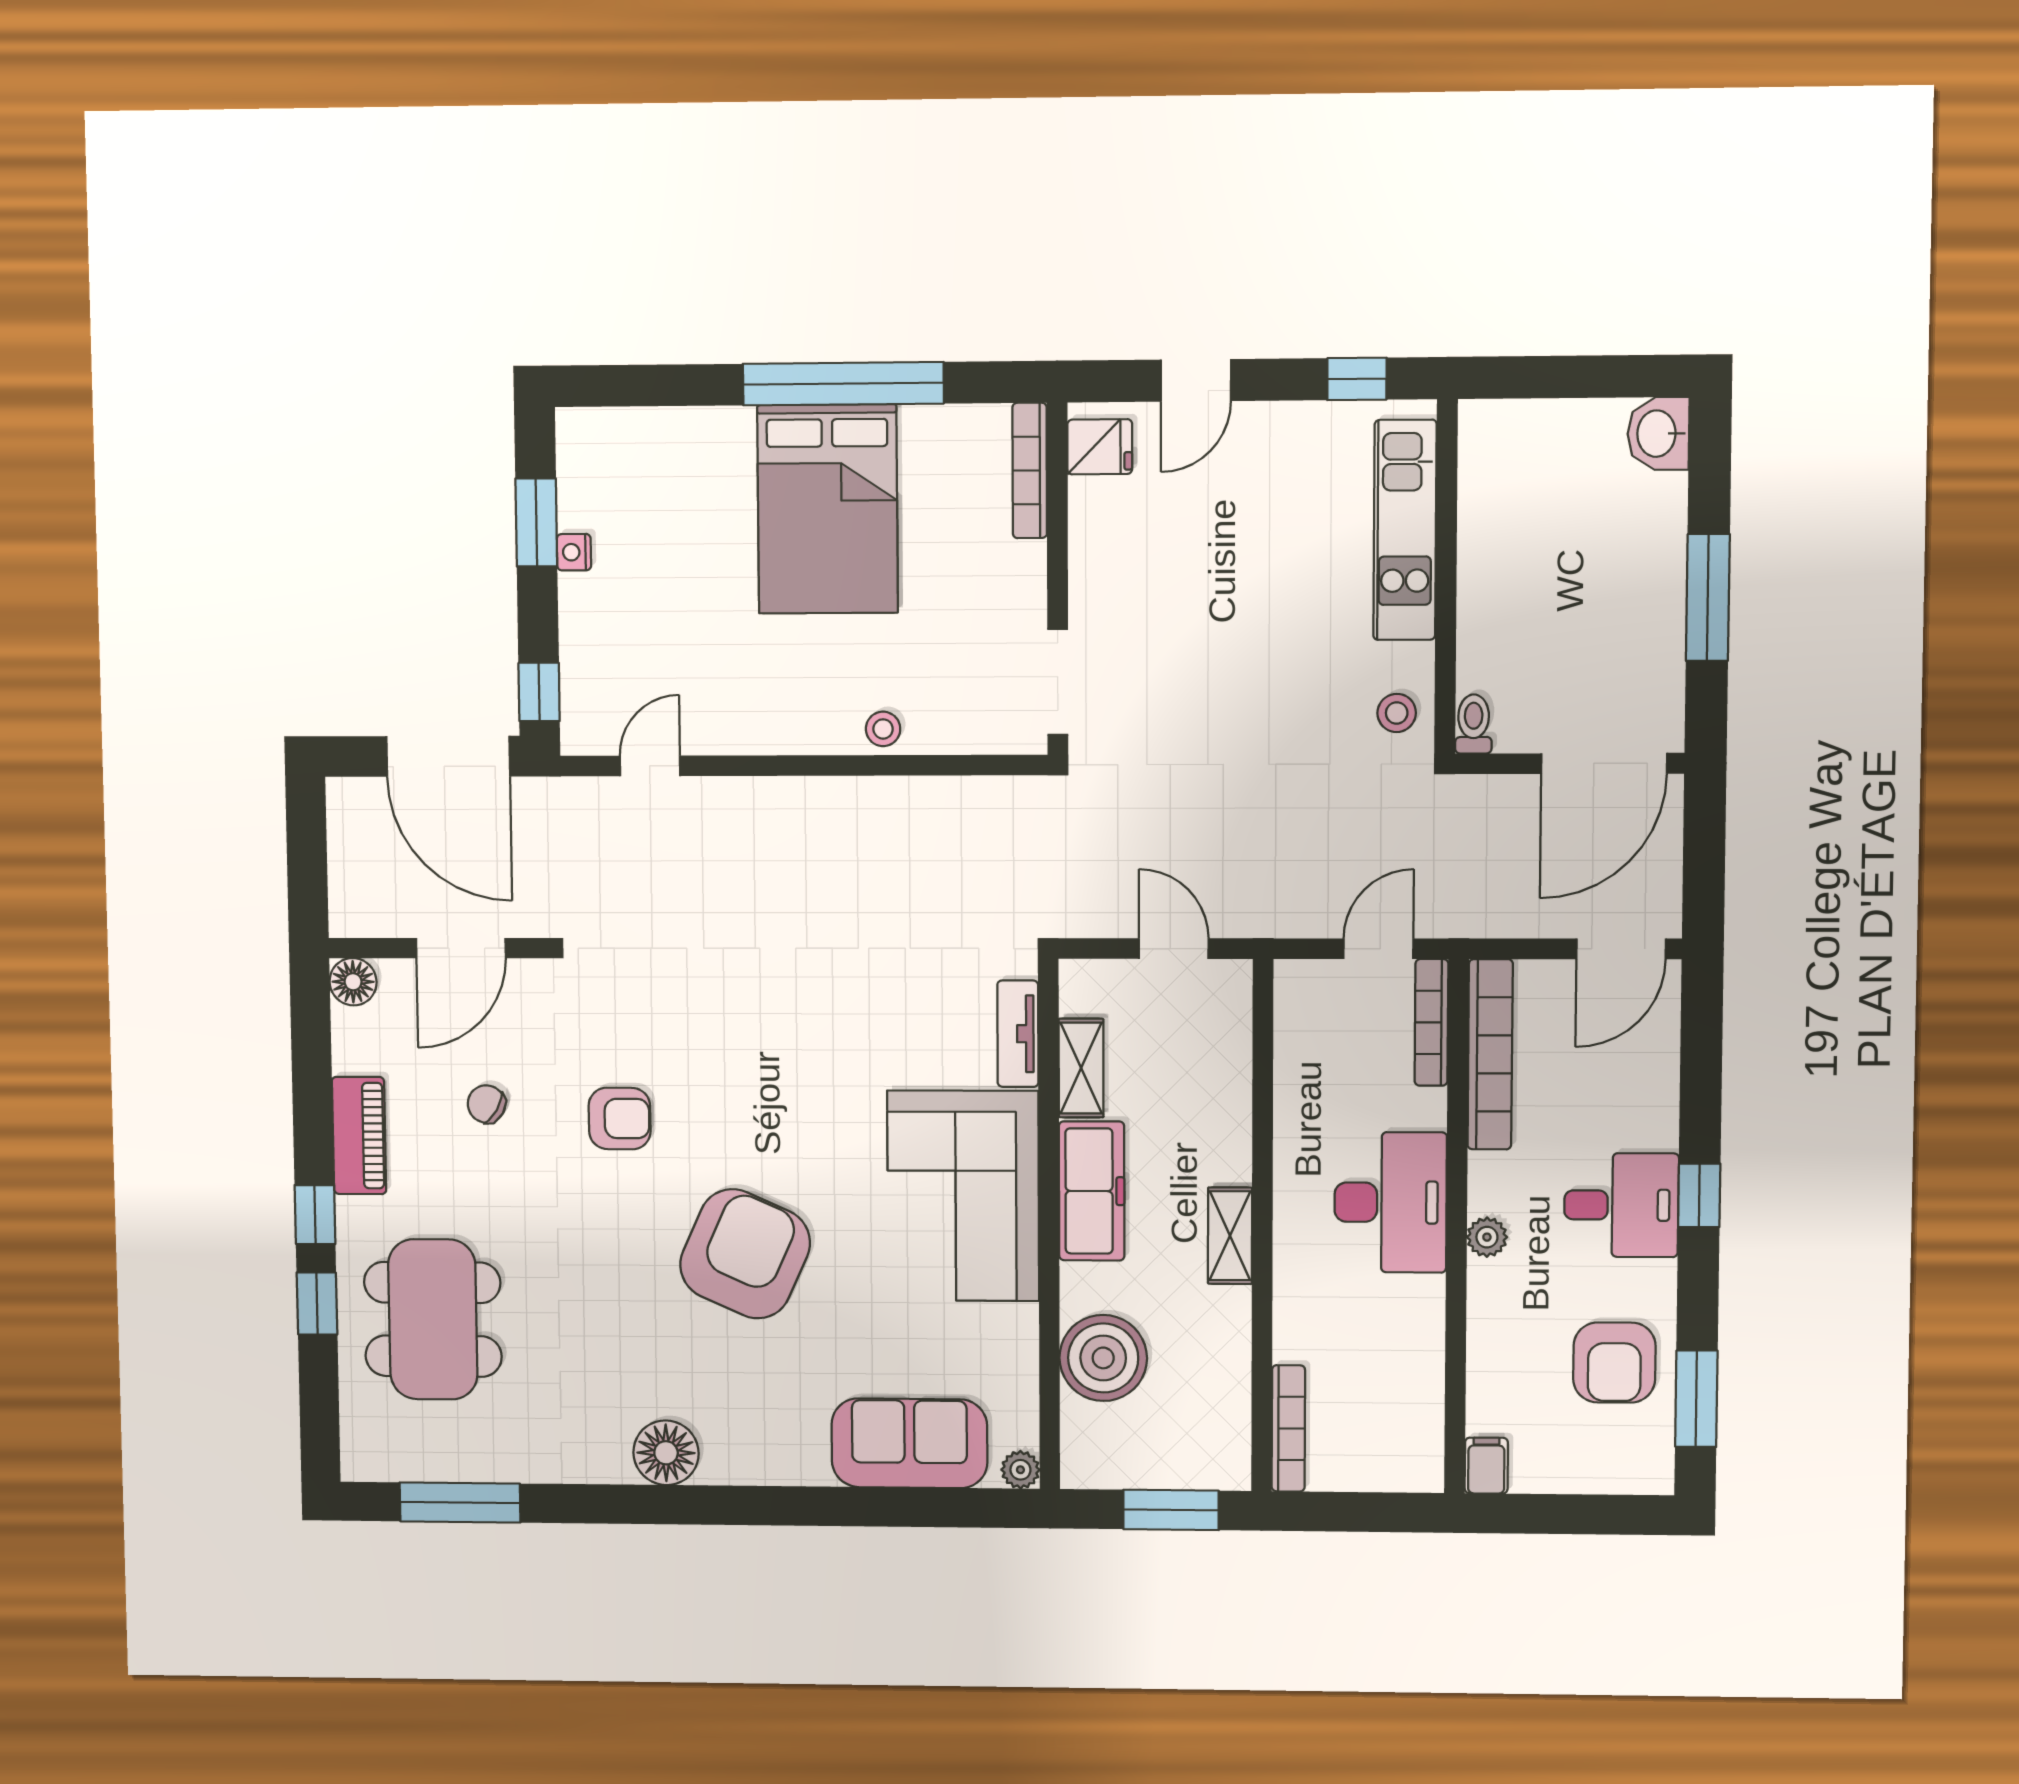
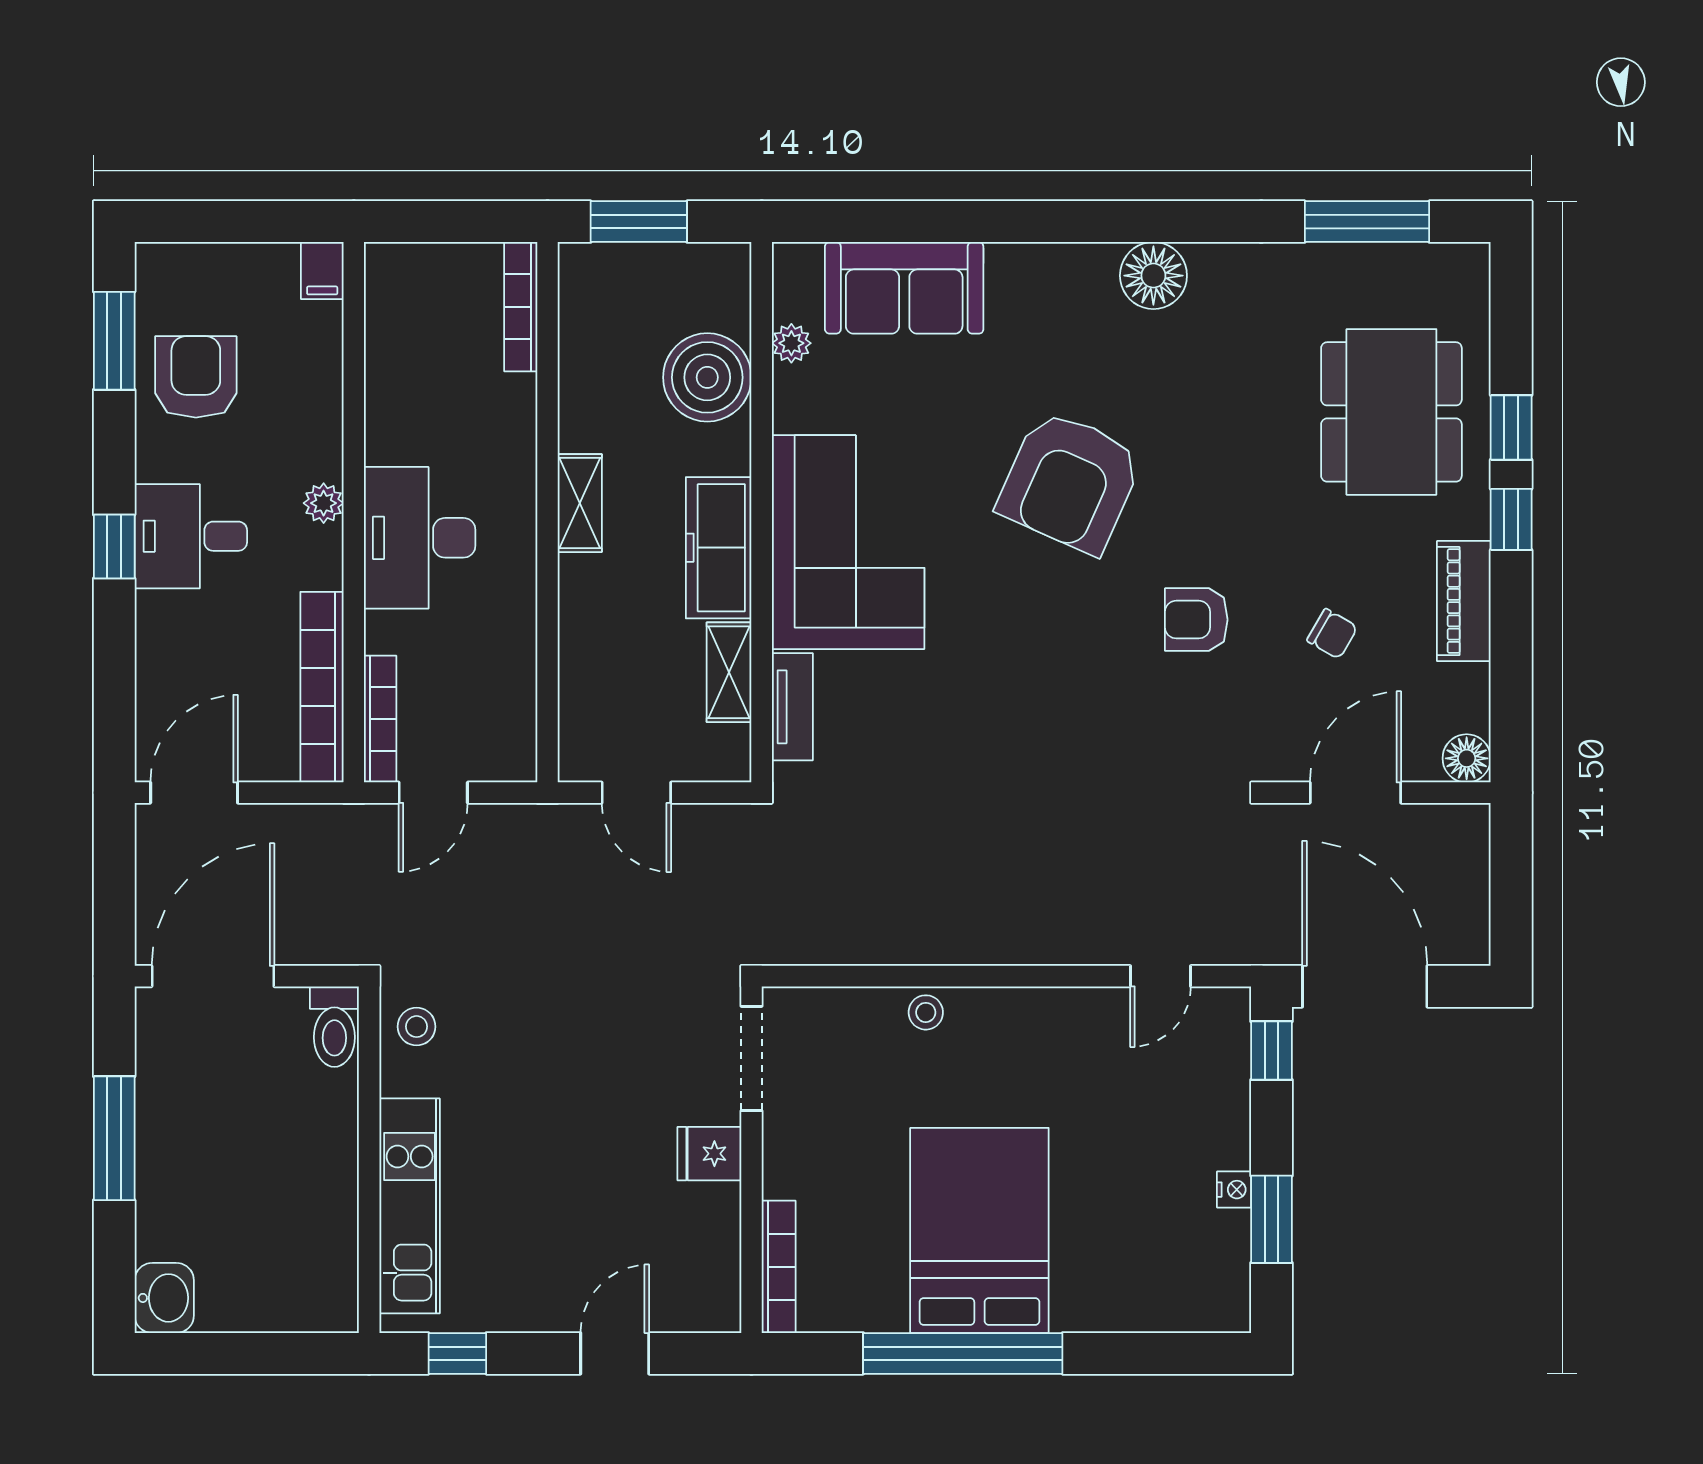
fridge: (1100, 447) -> (709, 1154), moved
toilet: (1474, 724) -> (334, 1027), width x1.37, depth x1.39
plant: (1020, 1470) -> (791, 343), moved

